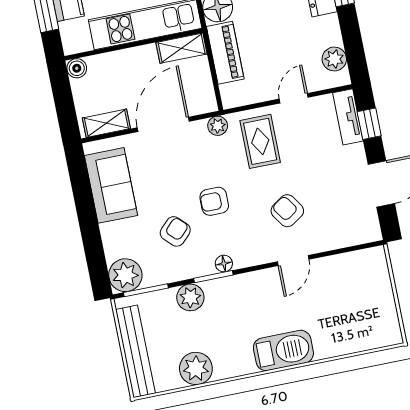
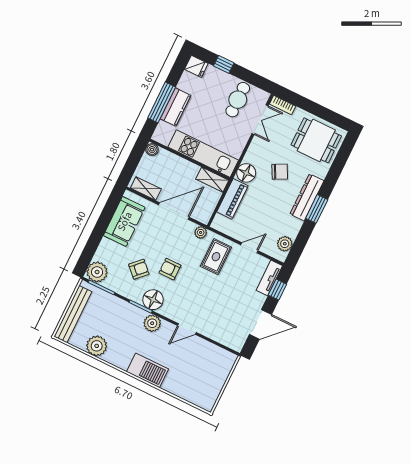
armchair: (287, 211) -> (203, 302), removed
floor lamp: (224, 264) -> (153, 300), width x1.89, depth x1.89
plant: (190, 297) -> (152, 323), moved

